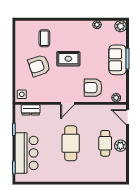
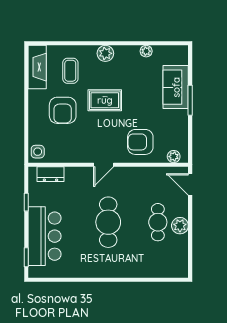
plant: (121, 26) -> (105, 53), moved
fireplace: (21, 36) -> (37, 67), added
sofa: (118, 60) -> (176, 87), moved
armchair: (39, 66) -> (63, 110), turned -71

